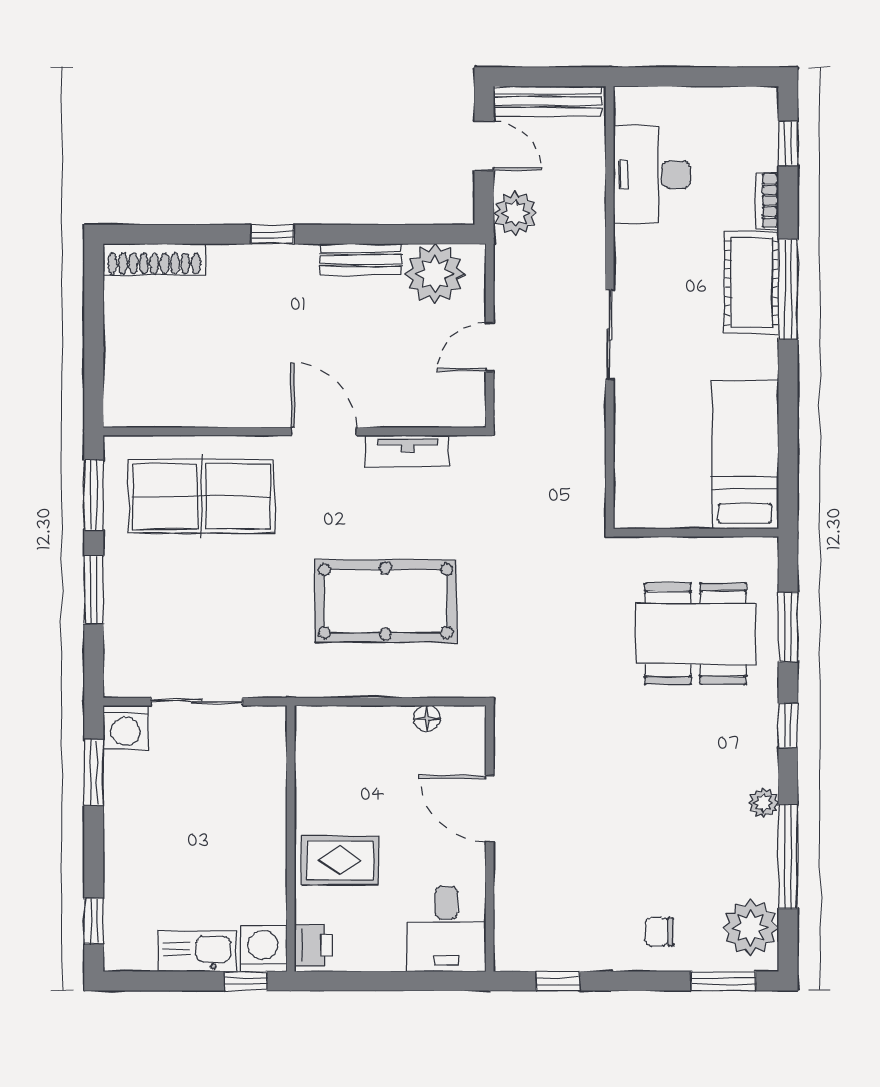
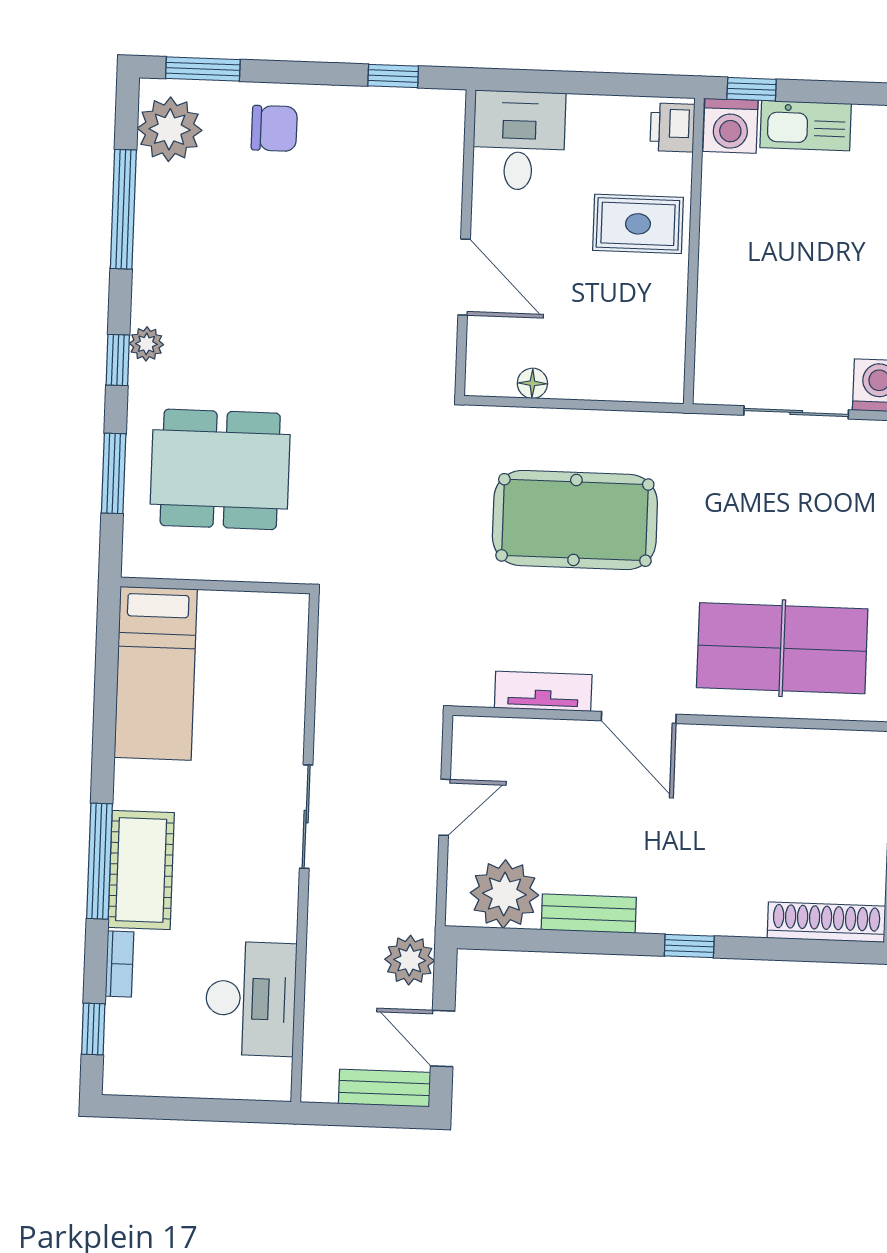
bench: (547, 101) -> (385, 1088), width x0.73
plant: (764, 803) -> (146, 344), moved
chair: (659, 932) -> (274, 128), width x1.37, depth x1.37

